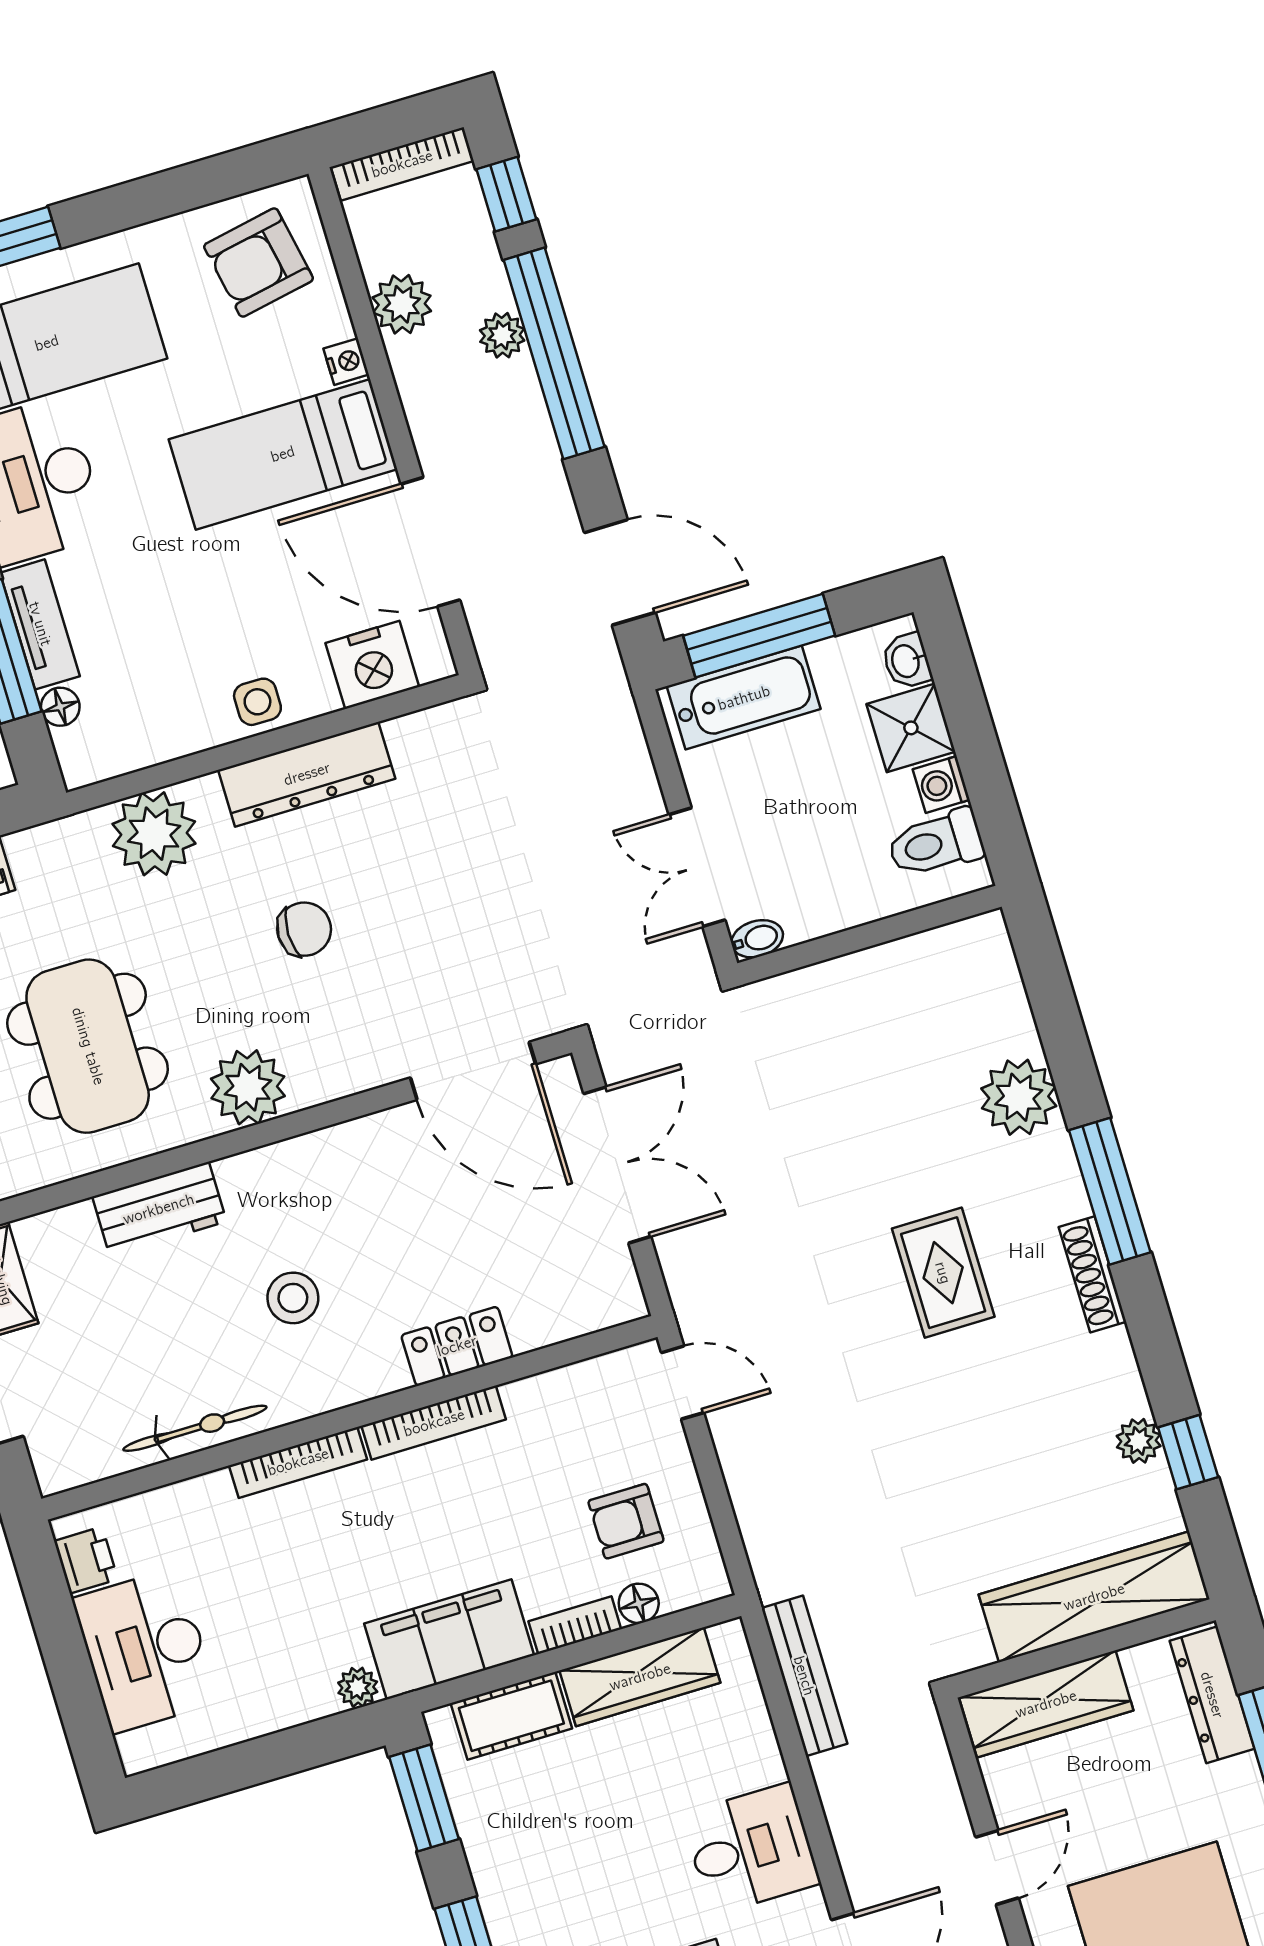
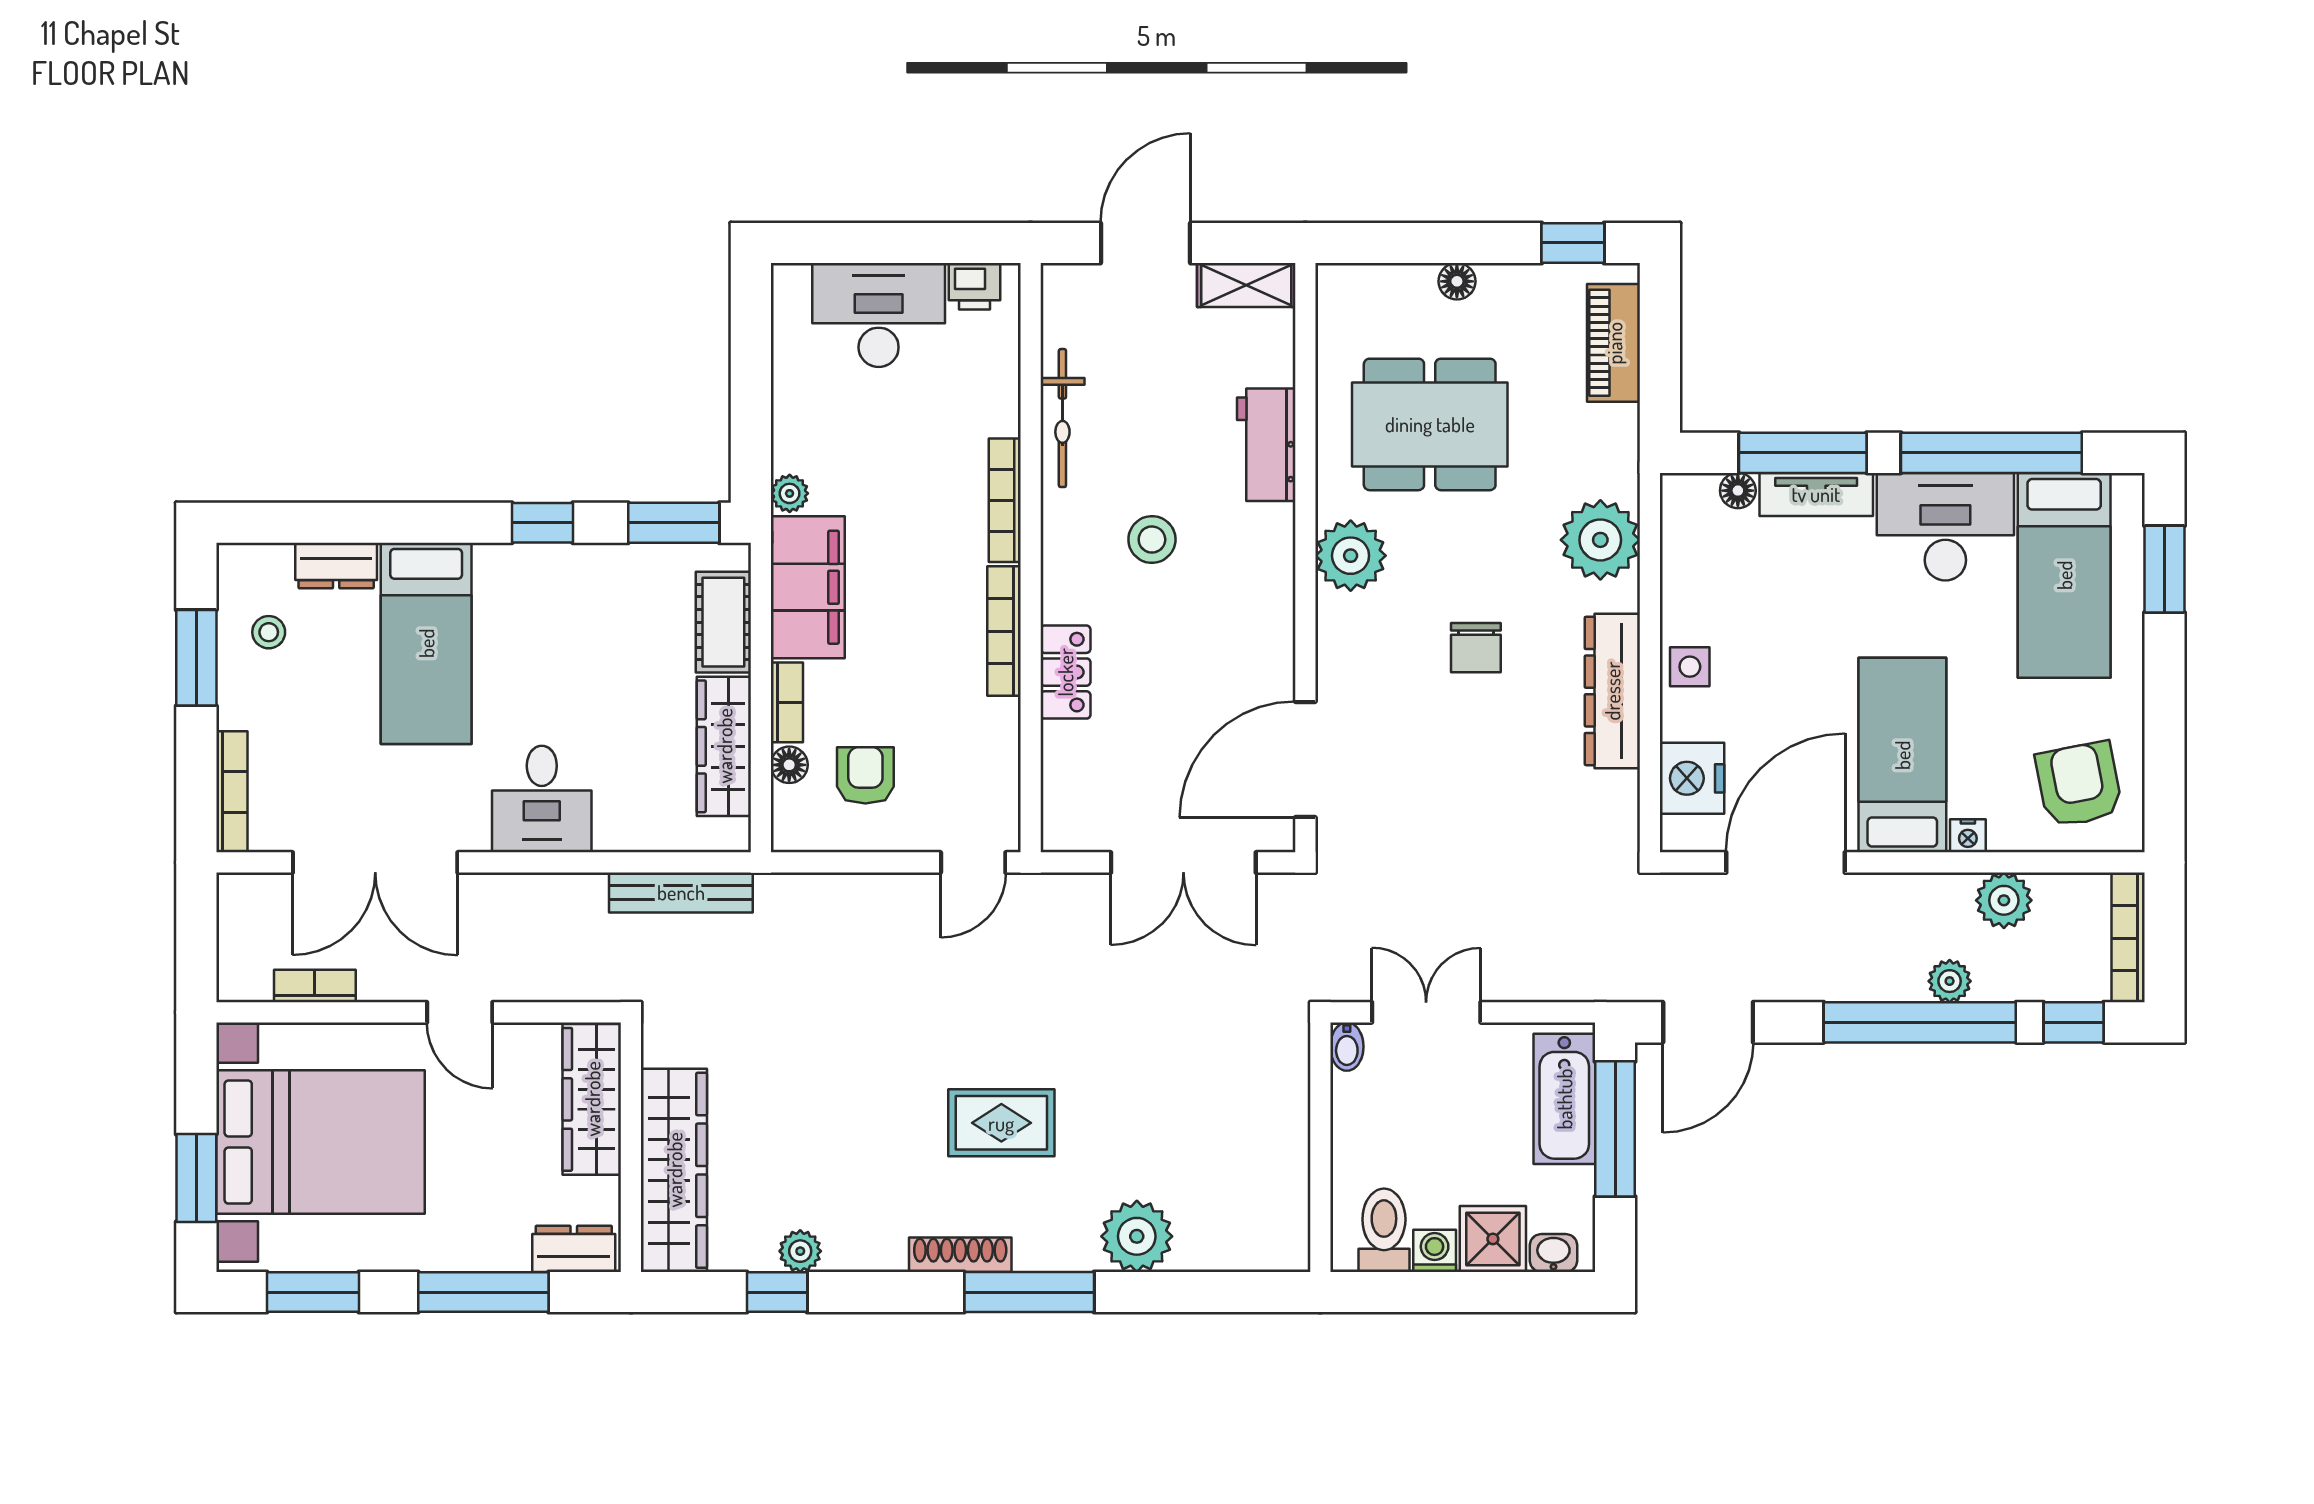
dresser: (1212, 1695) -> (574, 1249), width x0.70

